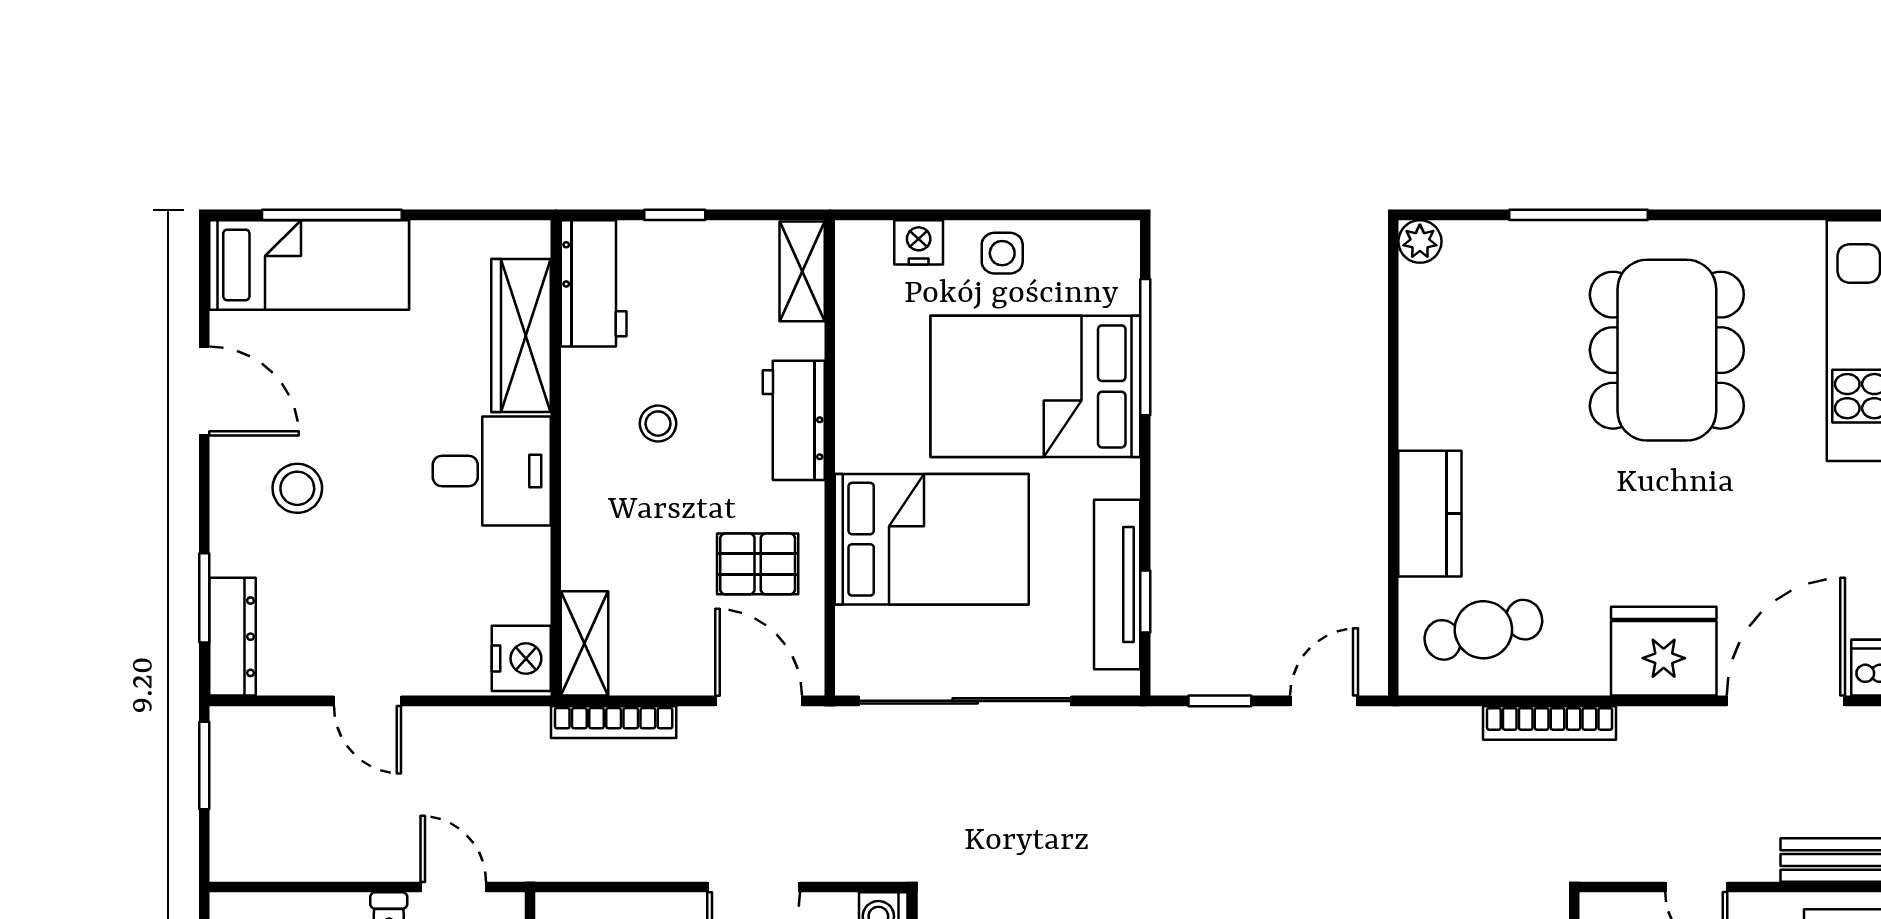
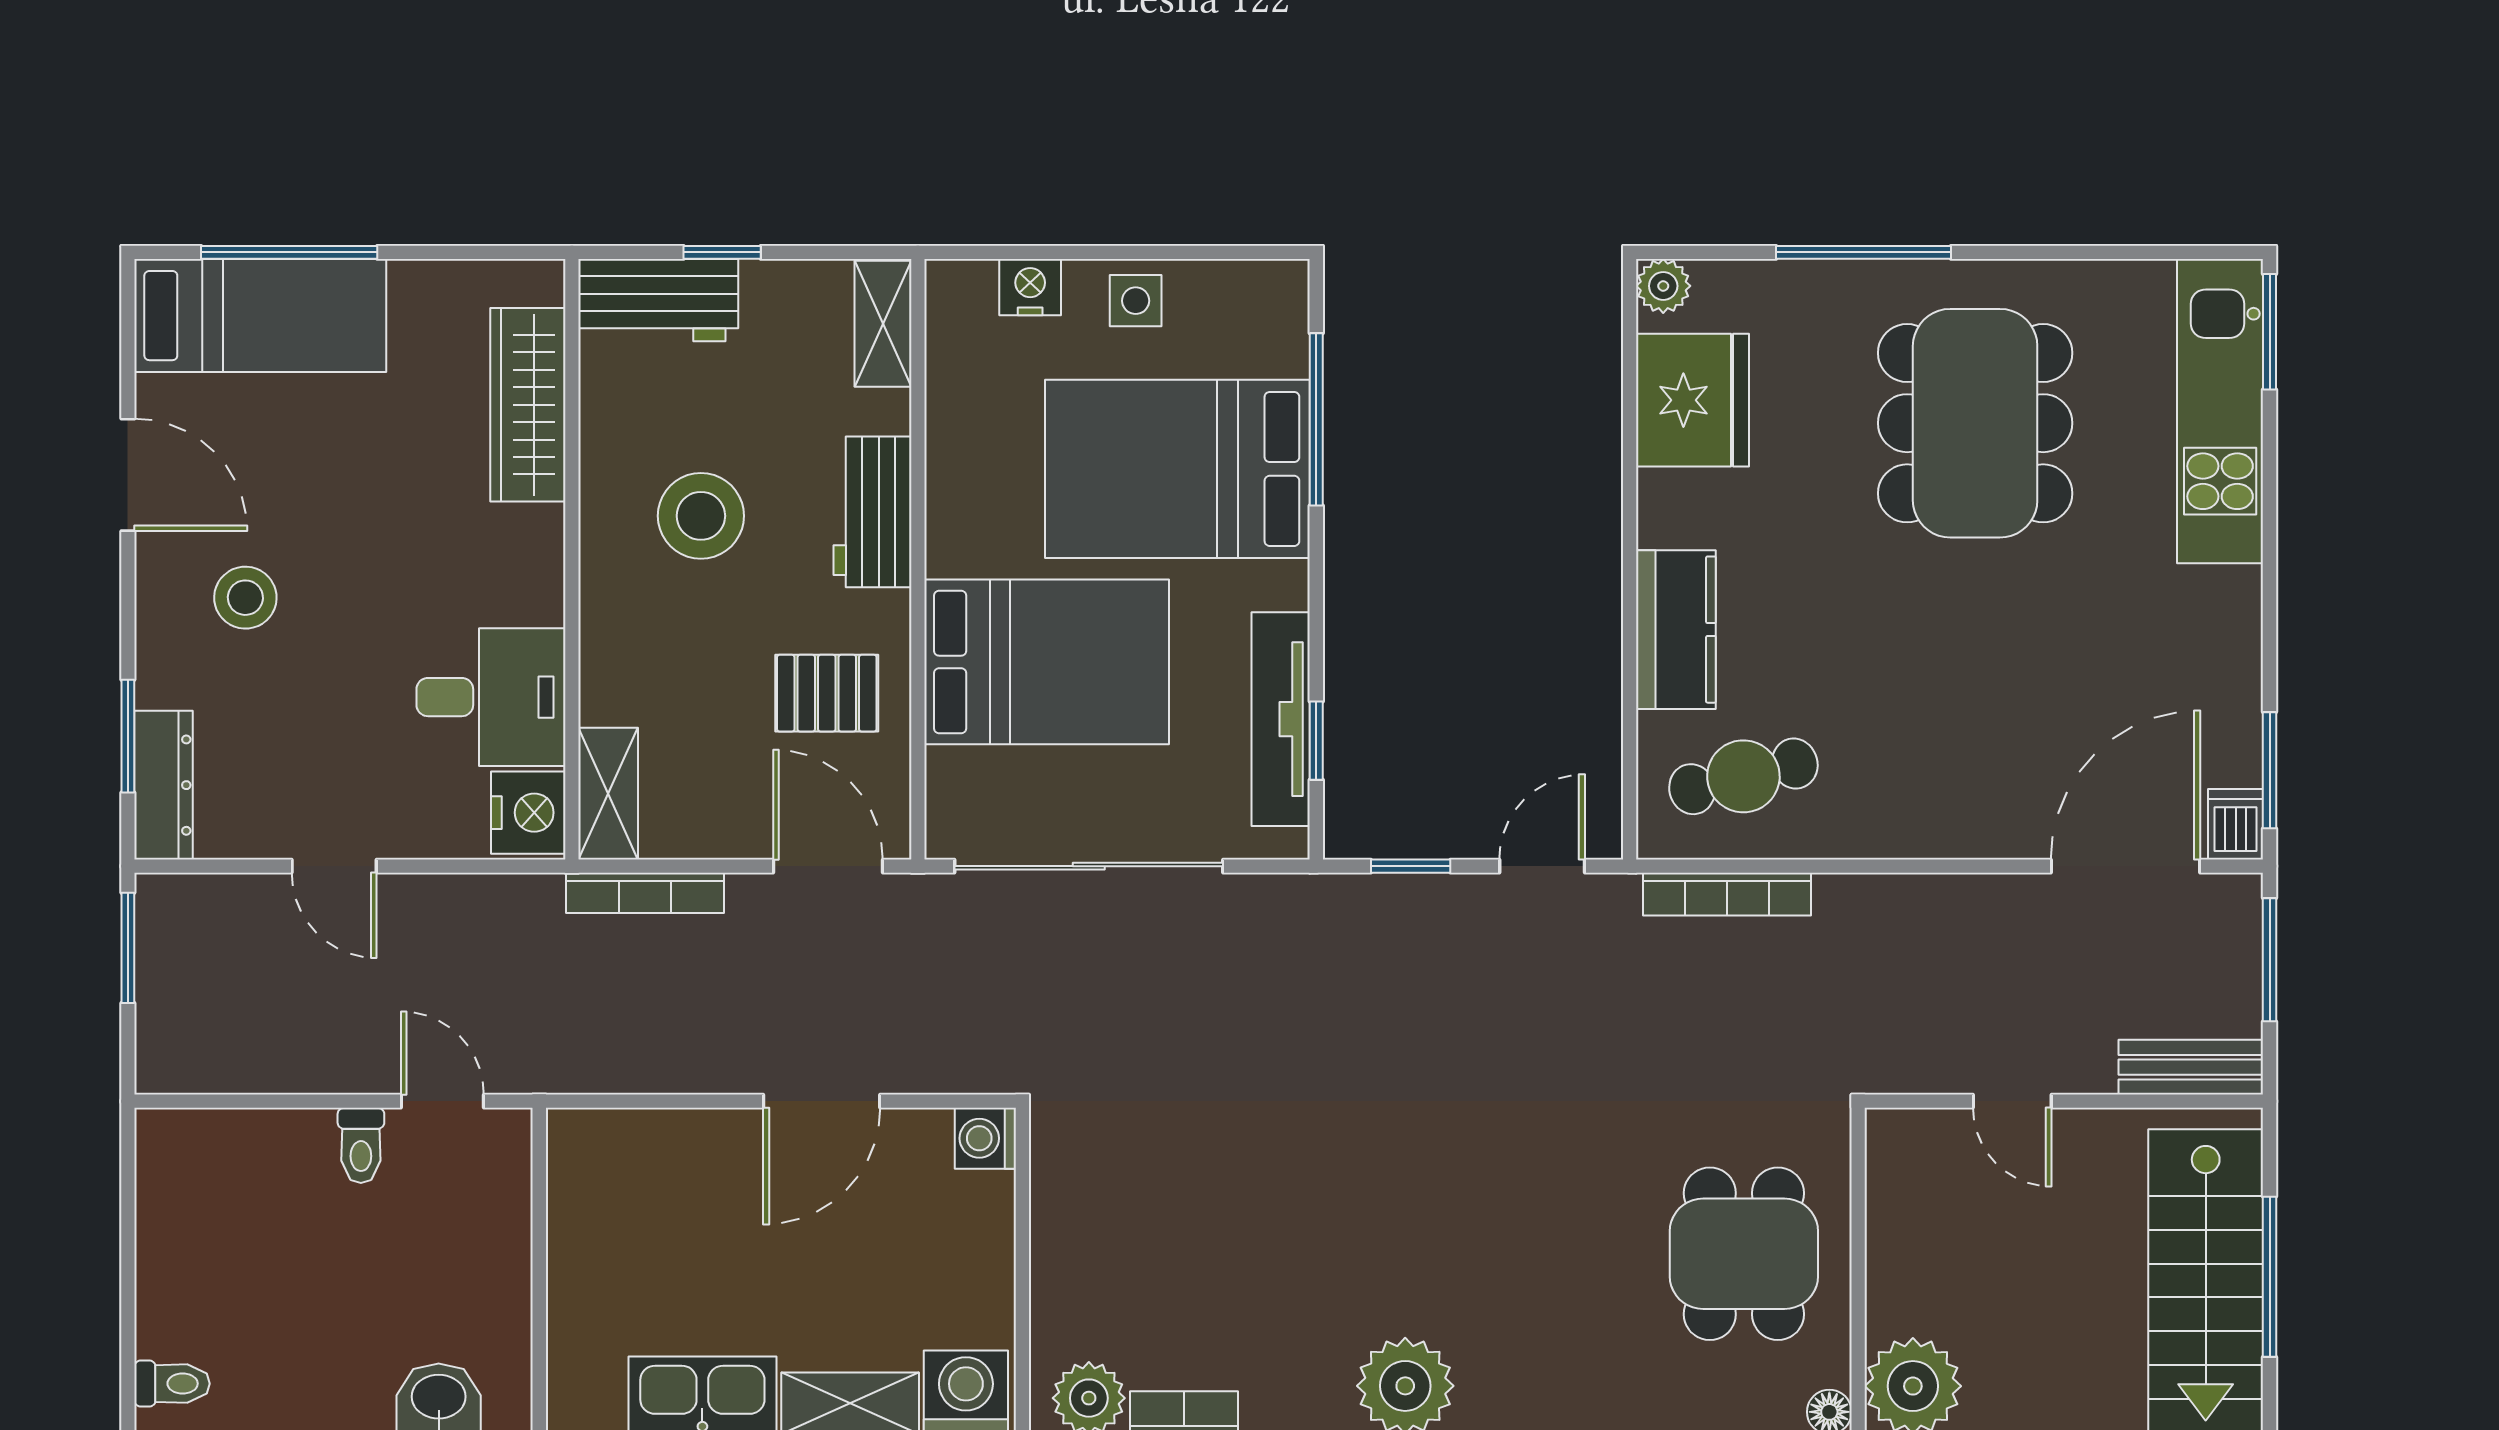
workbench: (594, 283) -> (658, 300), moved, turned 90
stool: (658, 424) -> (701, 516), width x1.89, depth x1.89
desk: (492, 471) -> (491, 697), moved
fridge: (1664, 651) -> (1692, 400), moved, turned 90
bookcase: (1550, 723) -> (1727, 894), moved

